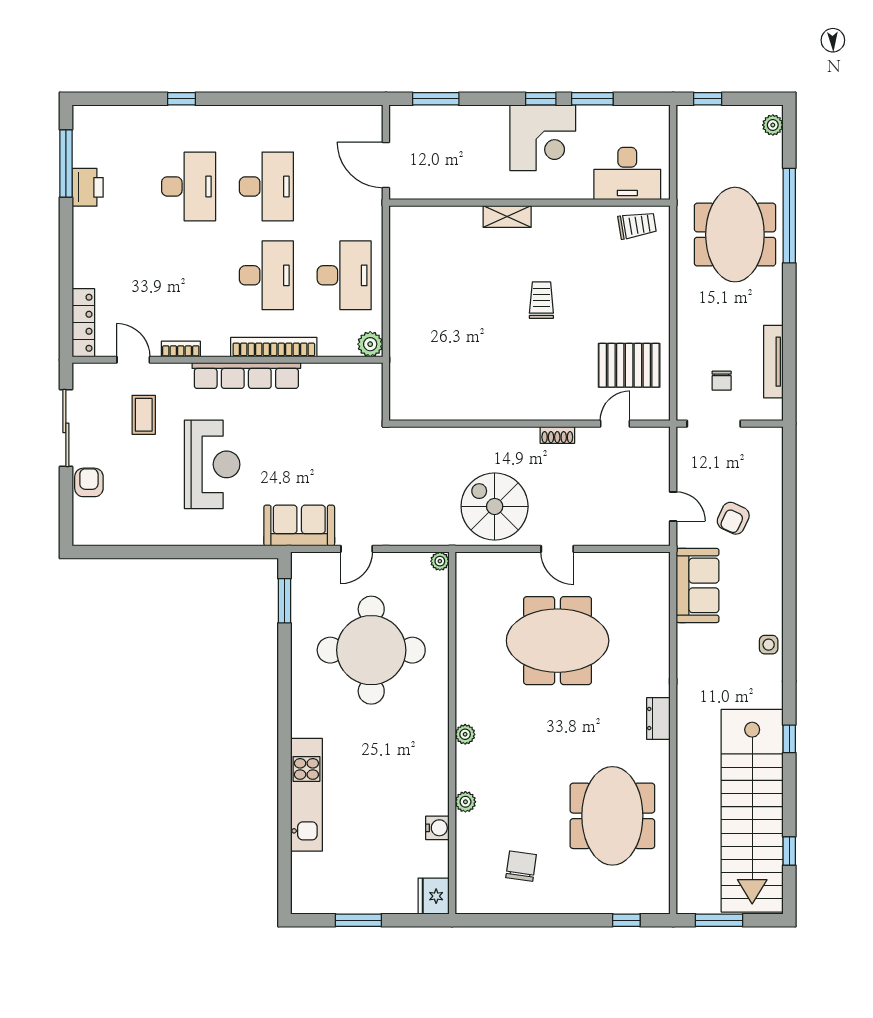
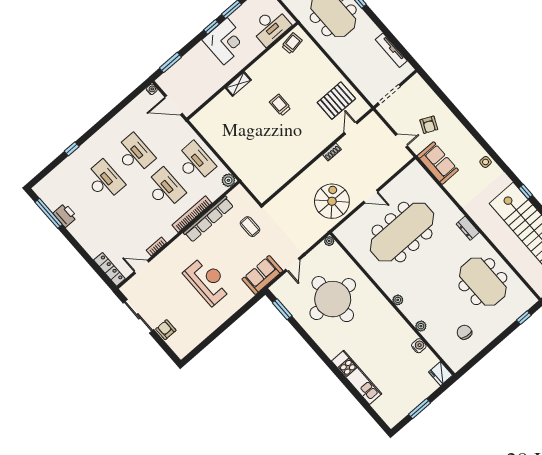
water cooler: (374, 114) -> (152, 89), added
row of seats: (246, 376) -> (209, 219), moved
chair: (722, 381) -> (378, 75), removed
coffee table: (144, 415) -> (250, 227), moved
spiral stairs: (495, 506) -> (332, 201), turned 90
meeting table: (558, 641) -> (402, 232), width x1.36

